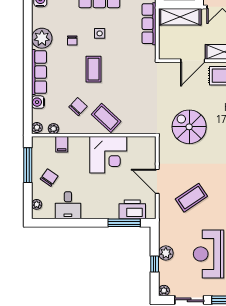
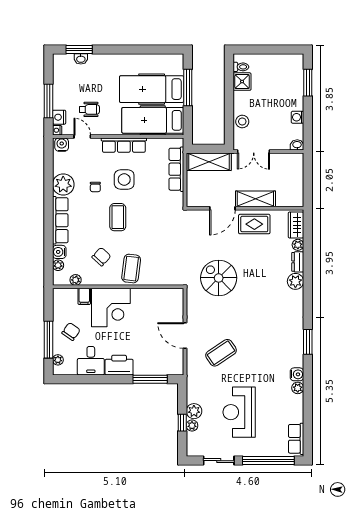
side table: (100, 33) -> (124, 179), width x1.87, depth x1.87
coffee table: (106, 118) -> (131, 269), turned 54
plant: (37, 127) -> (58, 265), moved
corner desk: (108, 155) -> (111, 308), moved
window: (28, 165) -> (48, 340), moved
printer: (132, 209) -> (119, 365), moved
plant: (164, 291) -> (192, 426), moved

